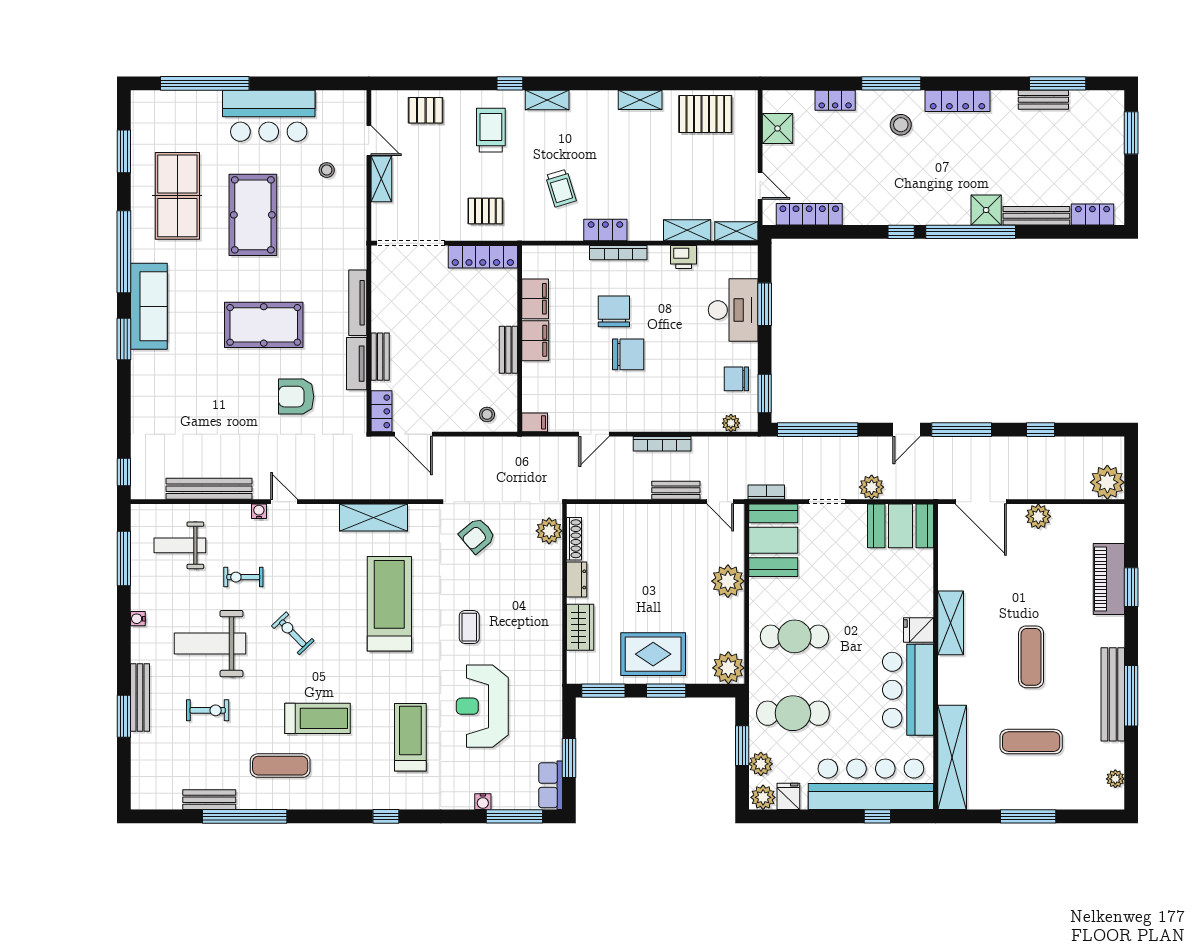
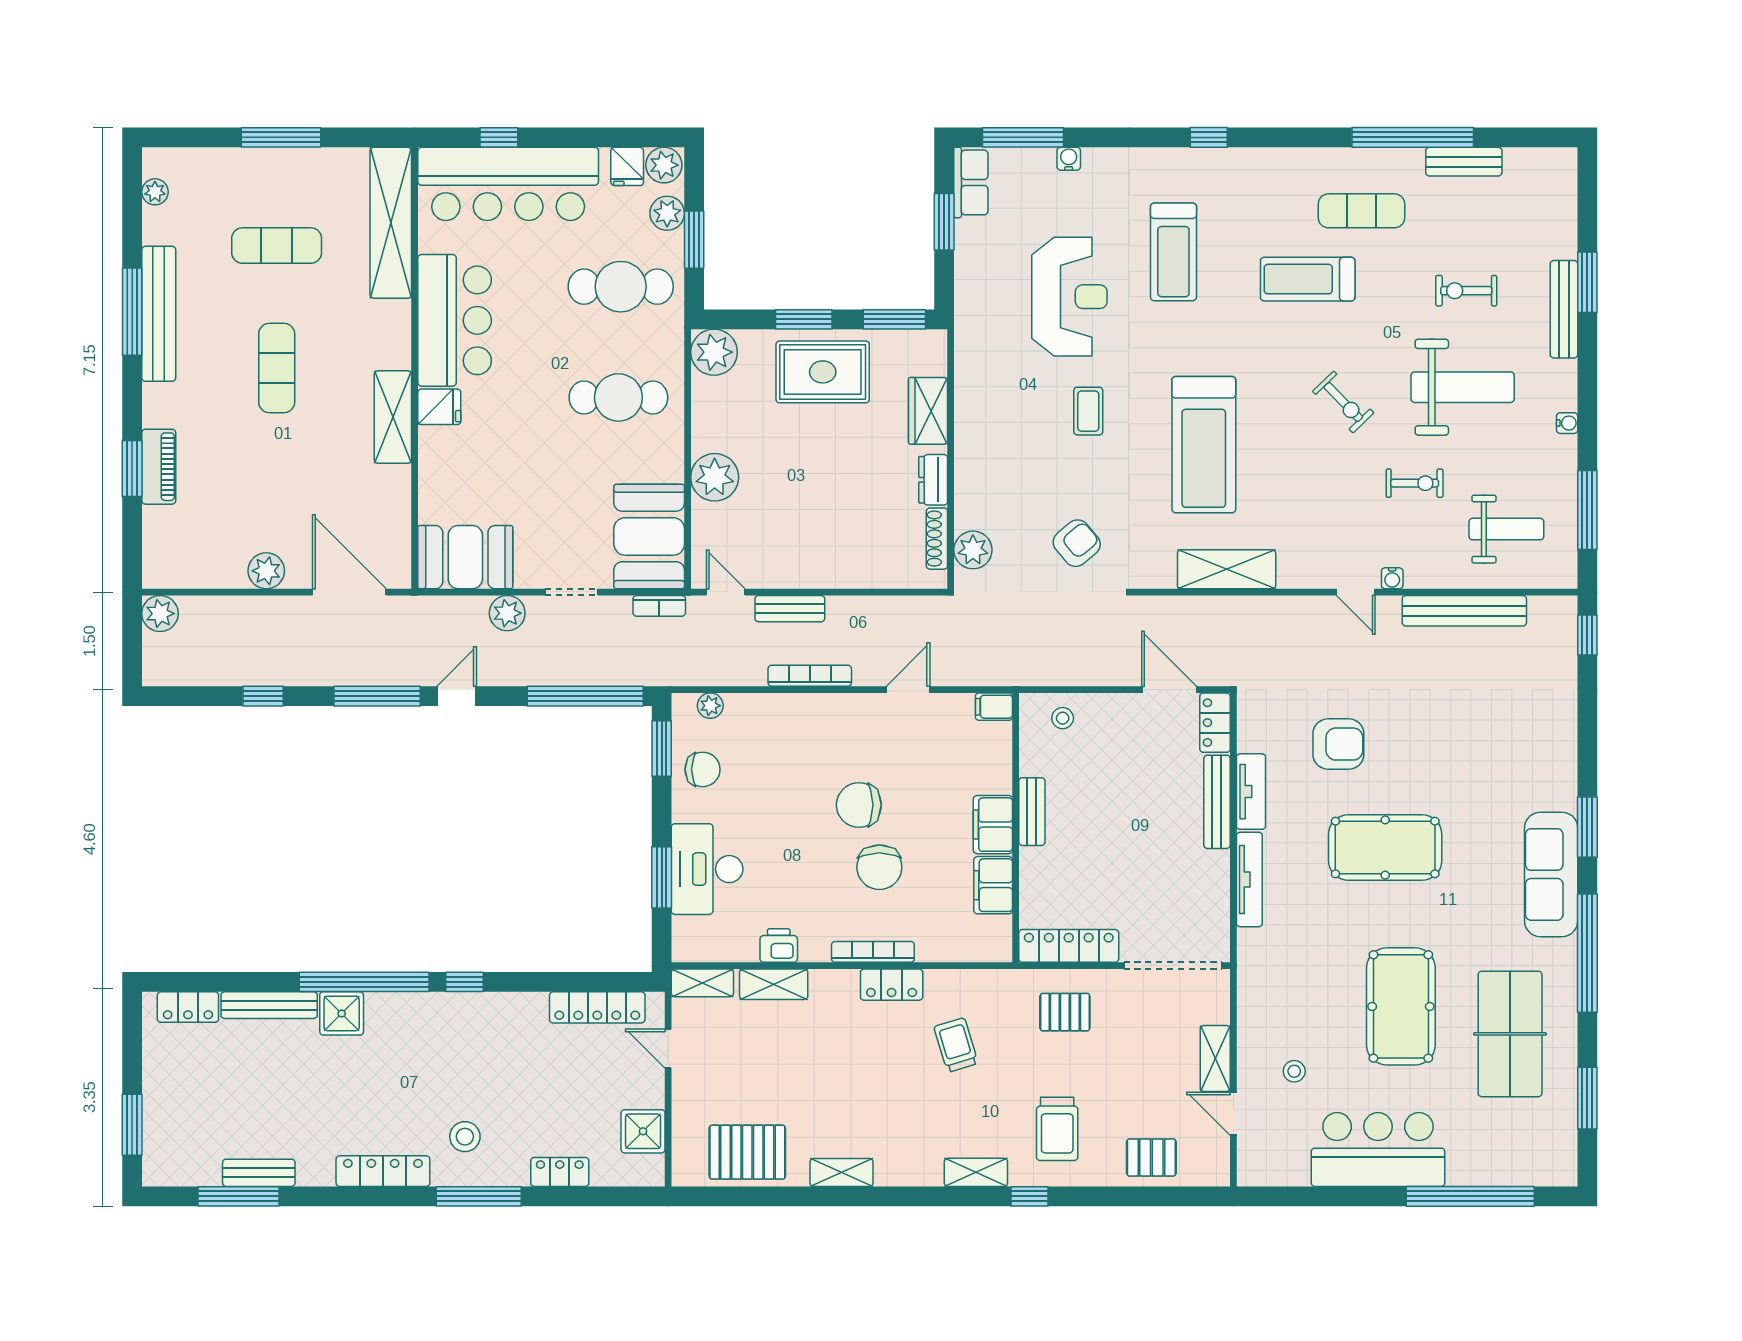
bench: (380, 357) -> (1217, 802), width x1.36
plant: (1107, 482) -> (160, 614), width x0.73, depth x0.73
piano: (1109, 579) -> (159, 467), width x0.73, depth x0.75

